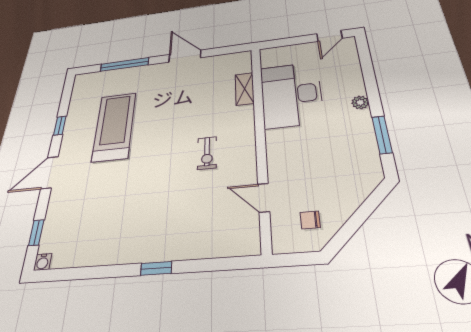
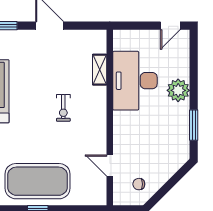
plant: (360, 102) -> (178, 90), width x1.87, depth x1.87
exercise bike: (207, 153) -> (63, 108), moved
exercise mat: (159, 228) -> (38, 181), added

